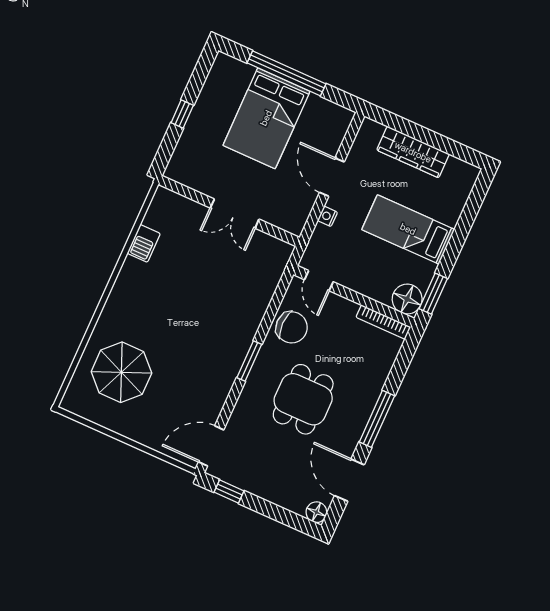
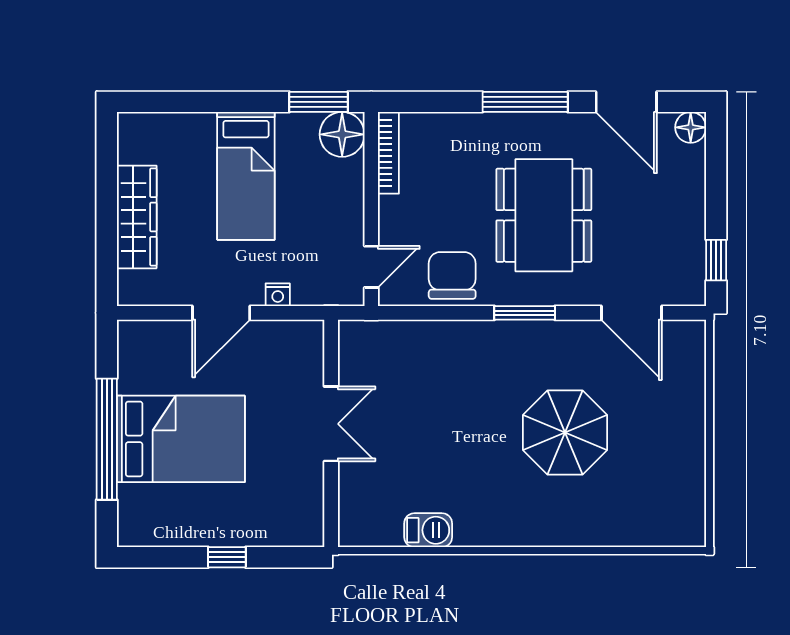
parasol: (121, 372) -> (565, 433), moved
dining table: (303, 399) -> (544, 215), width x1.38
door: (211, 446) -> (631, 313), moved
door: (349, 480) -> (626, 102), hinge flipped

